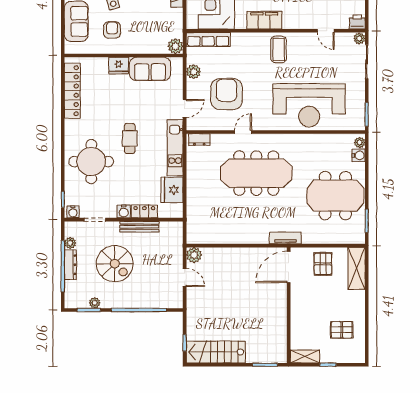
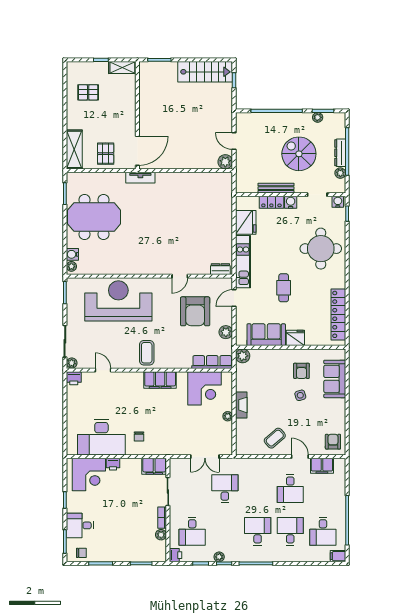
cafe table: (130, 138) -> (284, 288), moved
meeting table: (256, 173) -> (167, 238), removed

